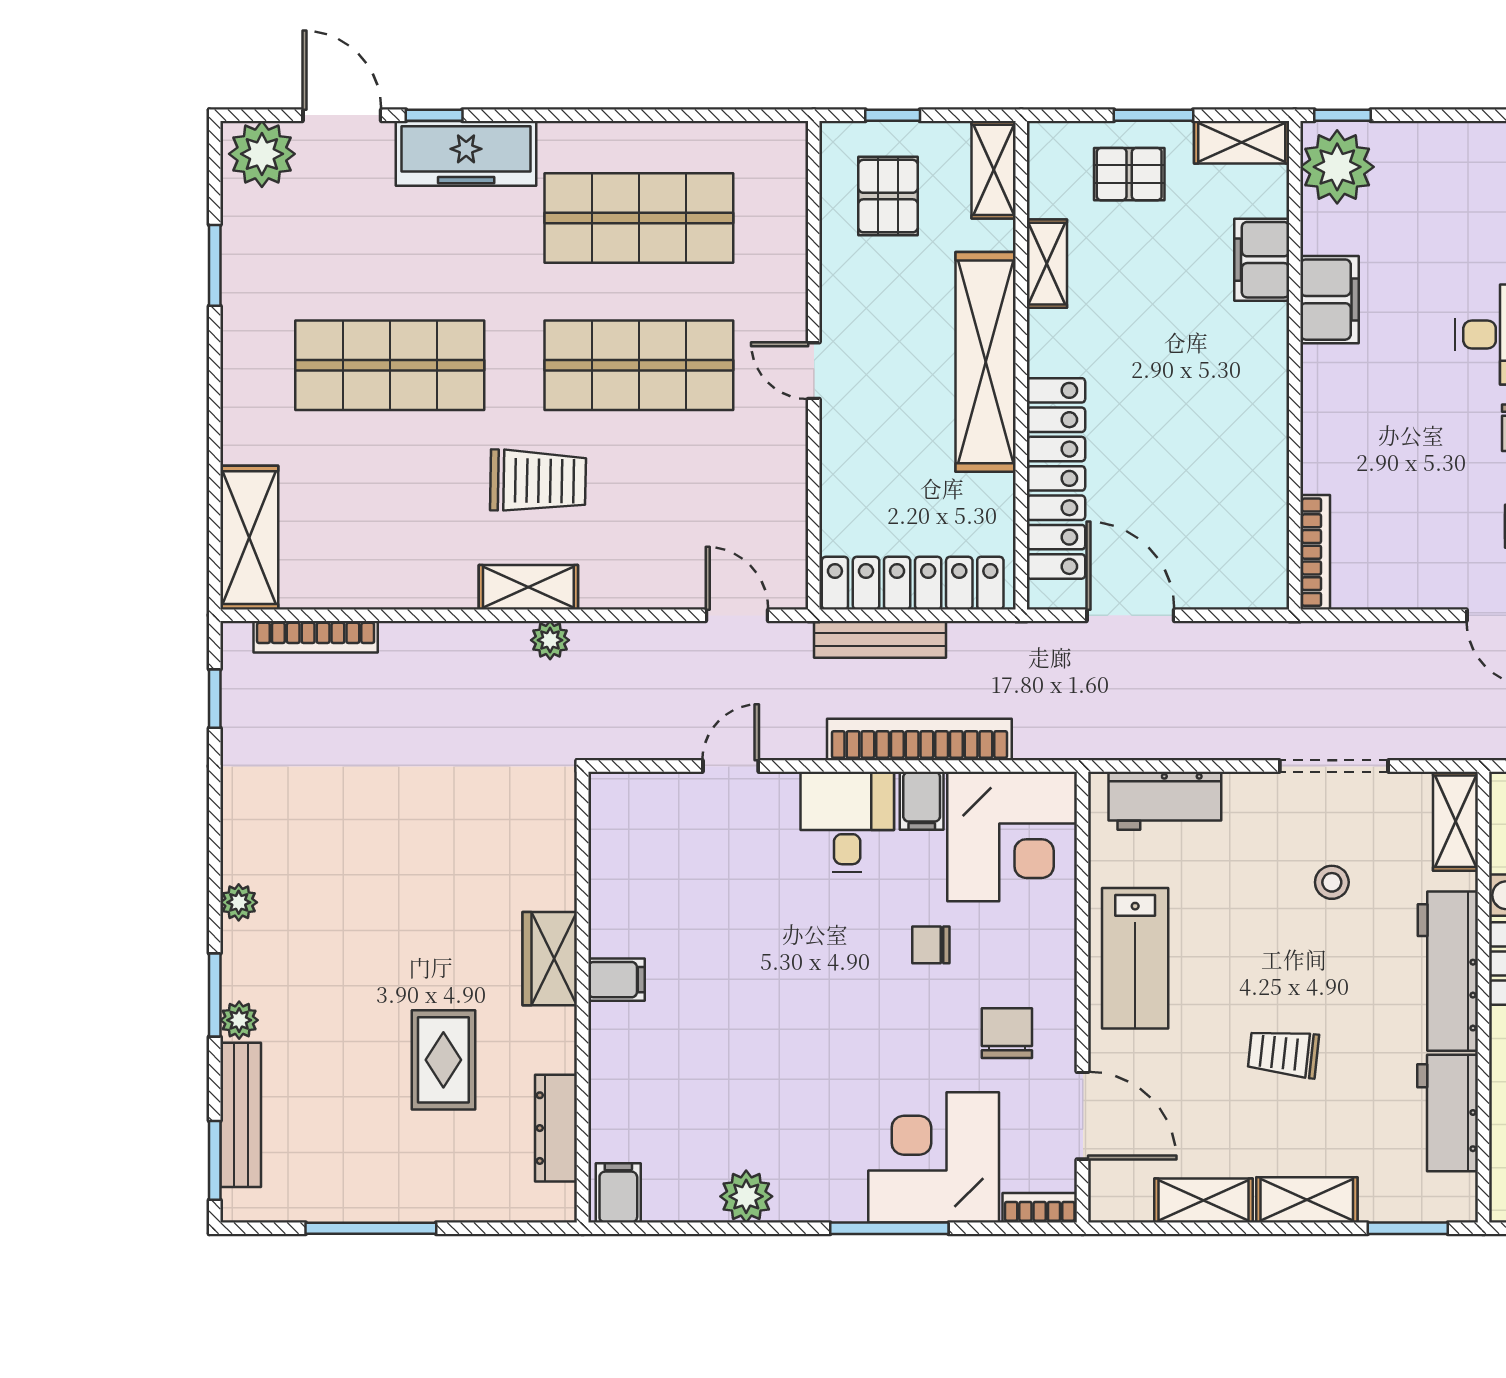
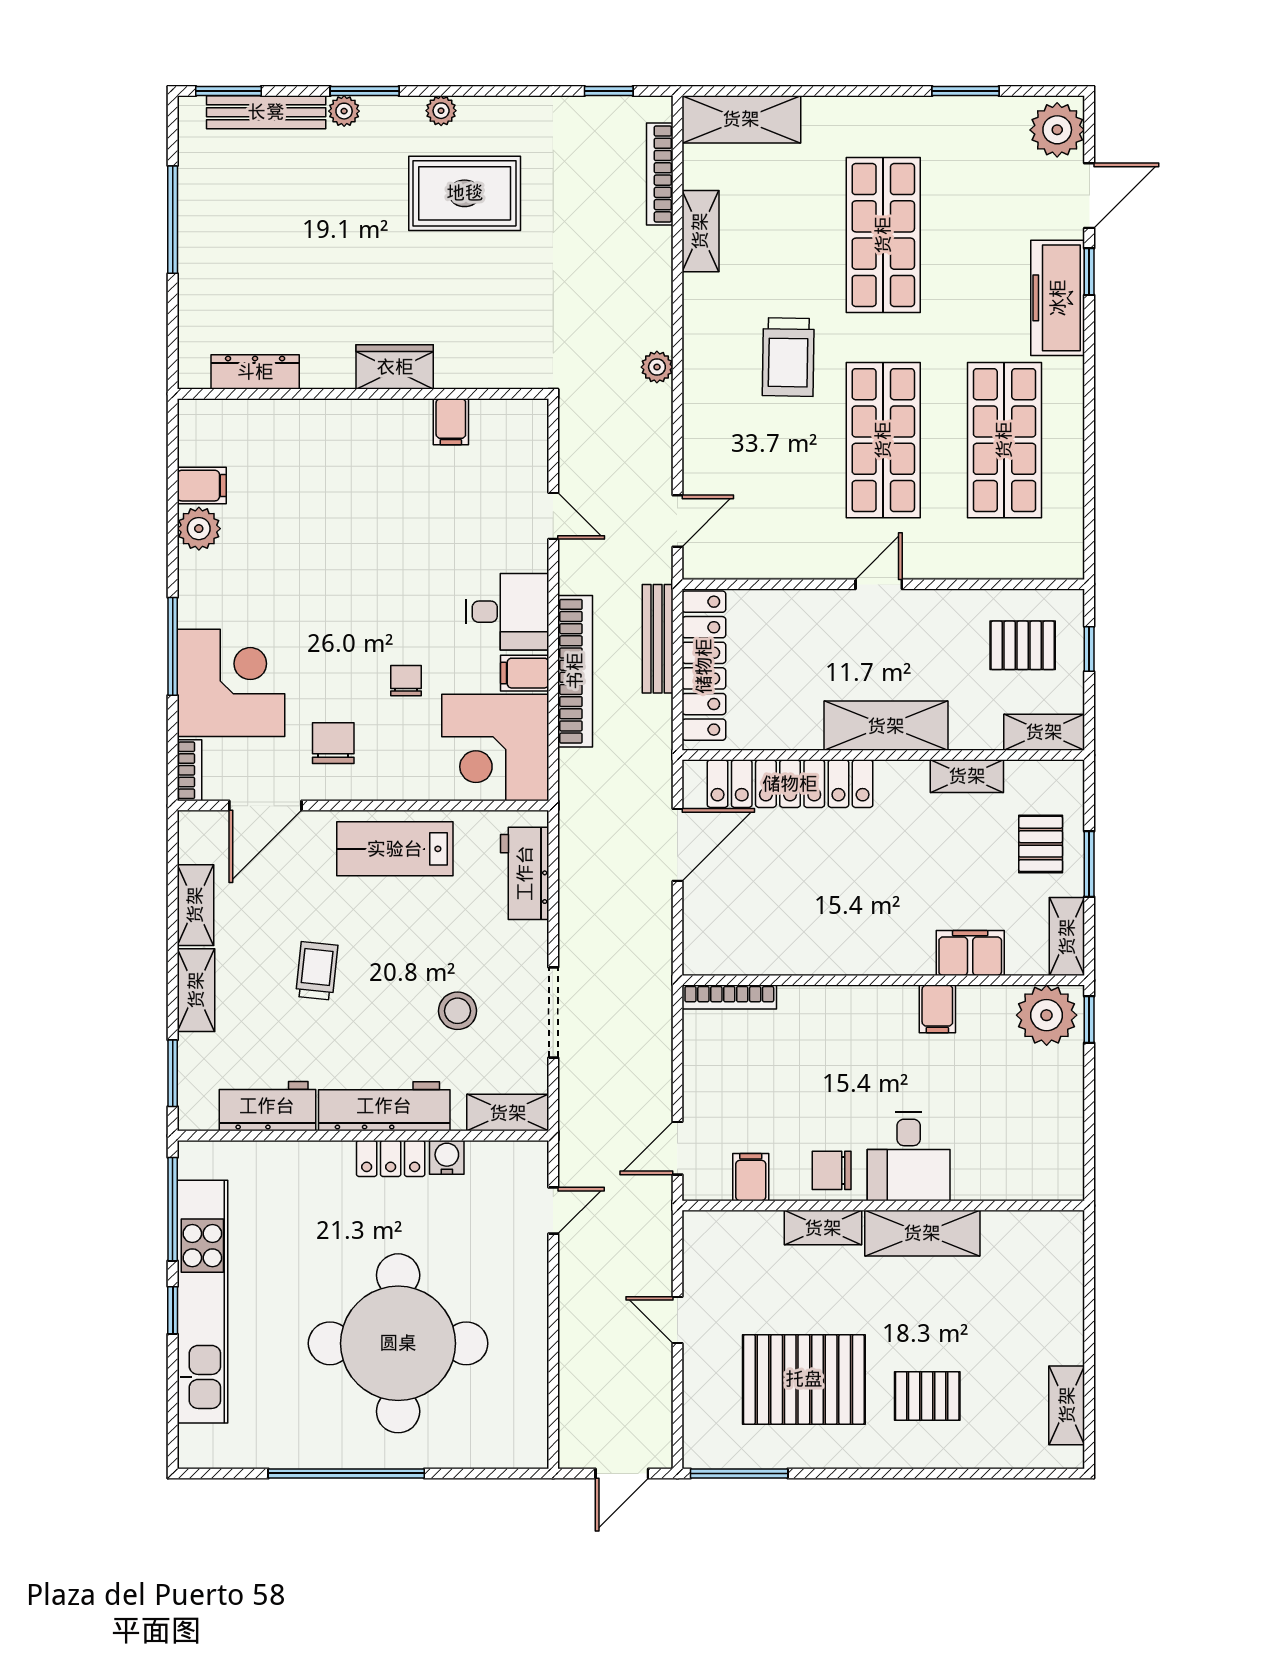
filing cabinet: (1330, 300) -> (937, 1009), width x0.50
shelving: (986, 362) -> (886, 726), width x0.68
shelving: (528, 587) -> (700, 231), moved
stool: (1332, 882) -> (458, 1011), width x1.37, depth x1.37
filing cabinet: (617, 980) -> (451, 422), moved
chair: (1007, 1033) -> (333, 743), turned -90
rug: (443, 1060) -> (465, 193), moved, width x1.36, depth x1.43
filing cabinet: (618, 1193) -> (202, 486), moved

